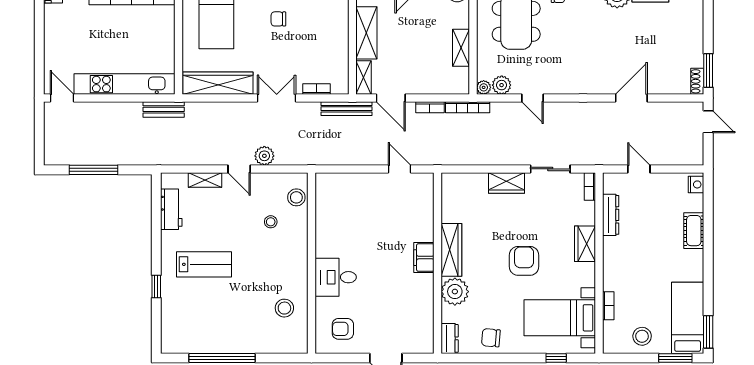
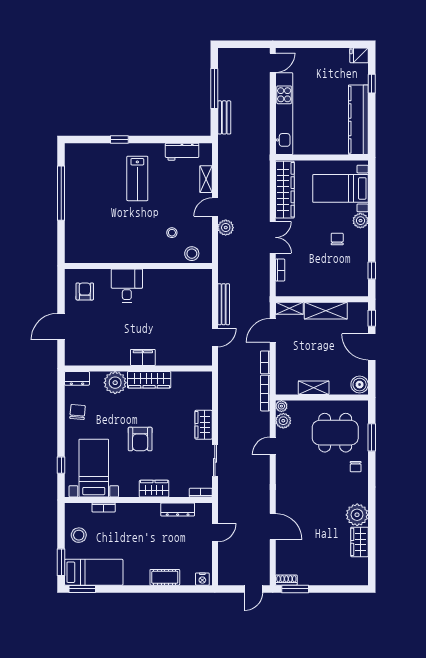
bench: (164, 109) -> (224, 117), moved
bench: (347, 109) -> (224, 304), moved
armchair: (524, 261) -> (140, 439), turned 90
stool: (284, 308) -> (102, 244), removed

